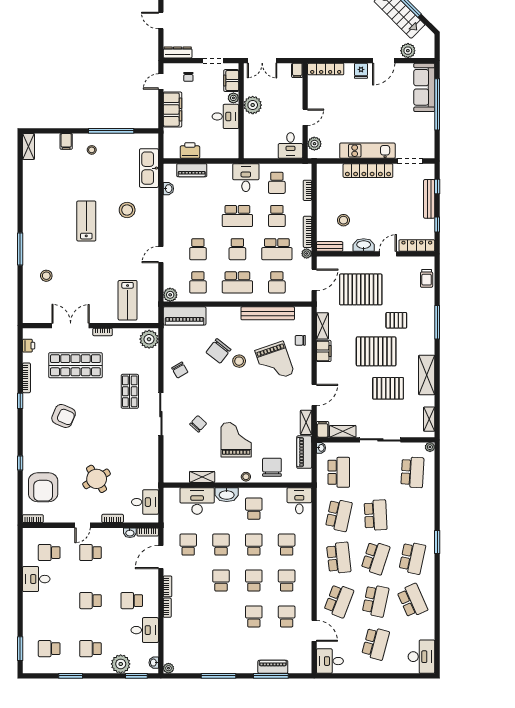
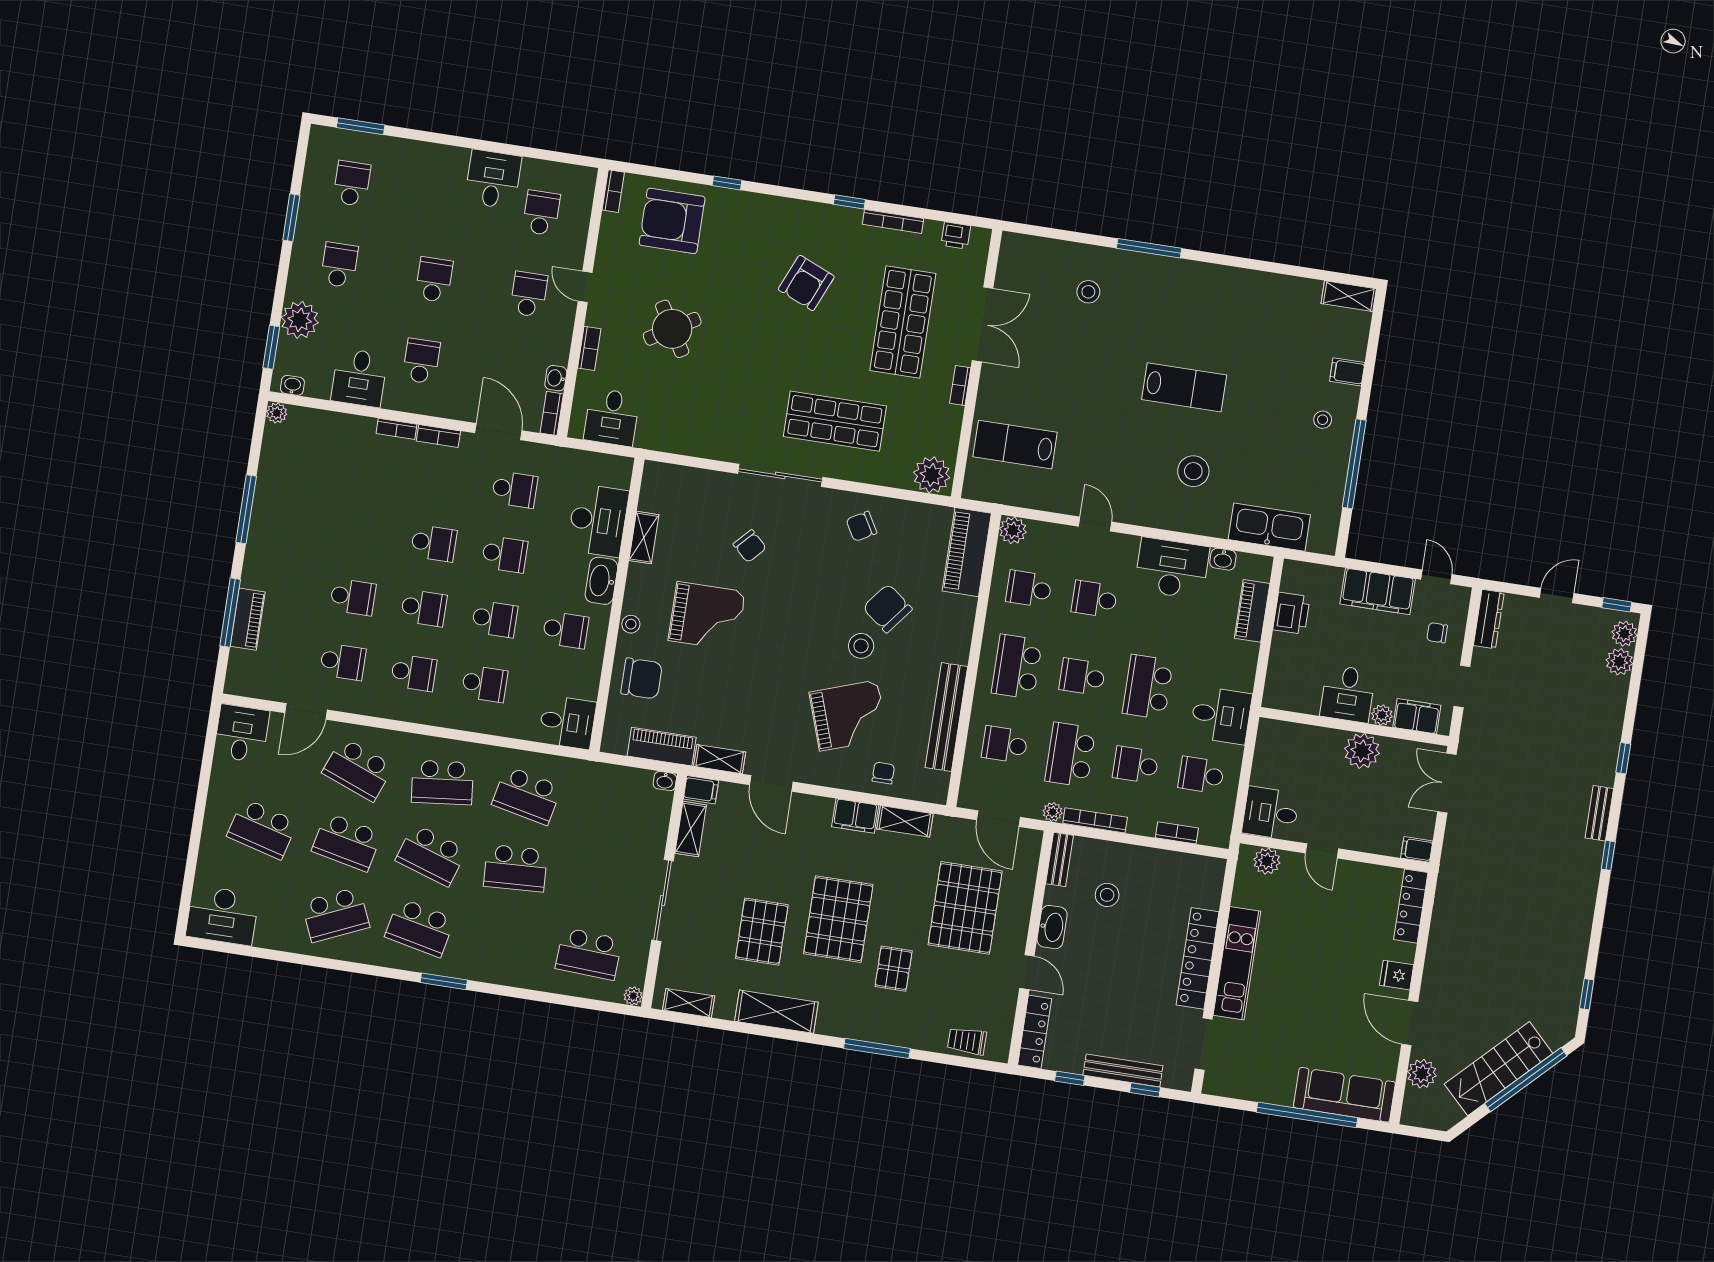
desk: (177, 213) -> (1172, 568), added
grand piano: (275, 362) -> (848, 716), turned 180
shop shelf: (130, 391) -> (835, 421), width x1.43, depth x1.36
school desk: (339, 472) -> (611, 809), removed

